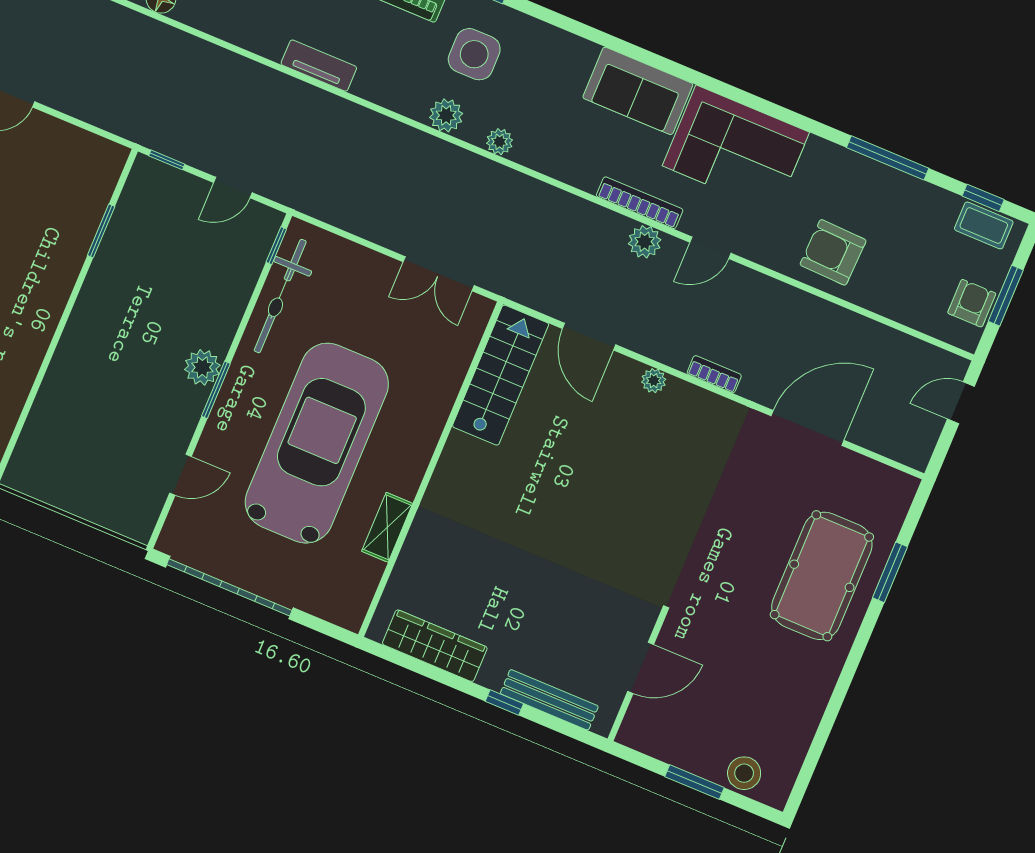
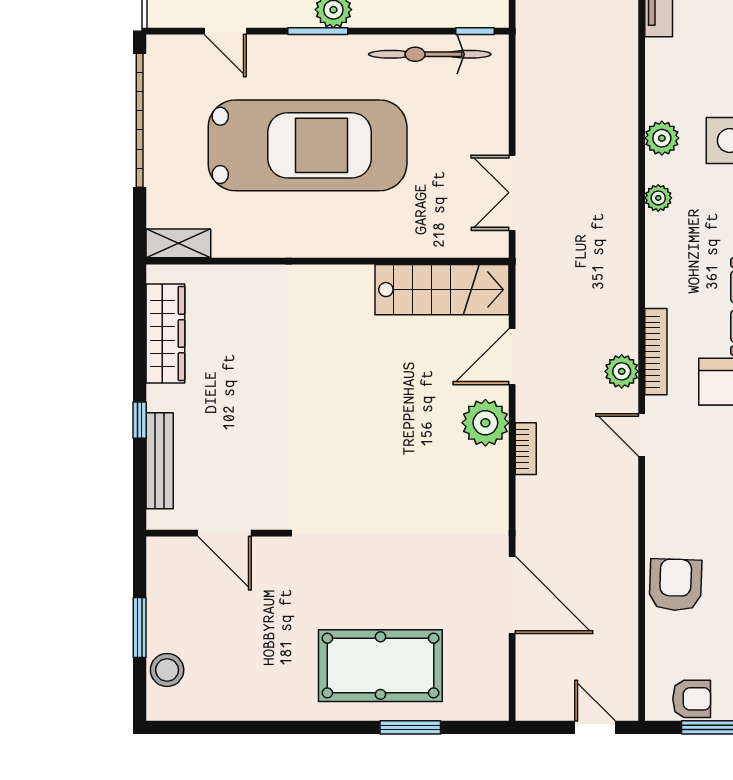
armchair: (833, 252) -> (675, 585), moved
bookcase: (714, 374) -> (526, 449), moved
plant: (654, 381) -> (485, 423), width x1.87, depth x1.87
shelving: (387, 527) -> (178, 243), moved

